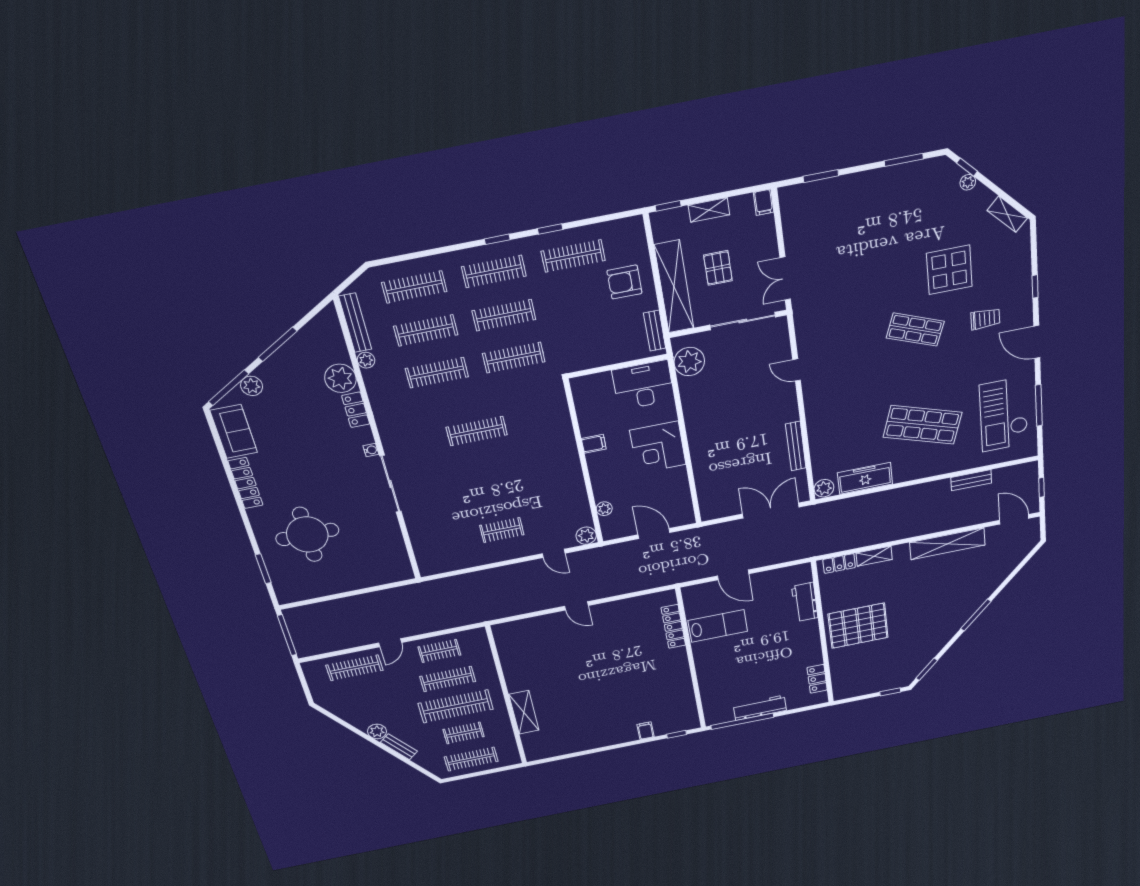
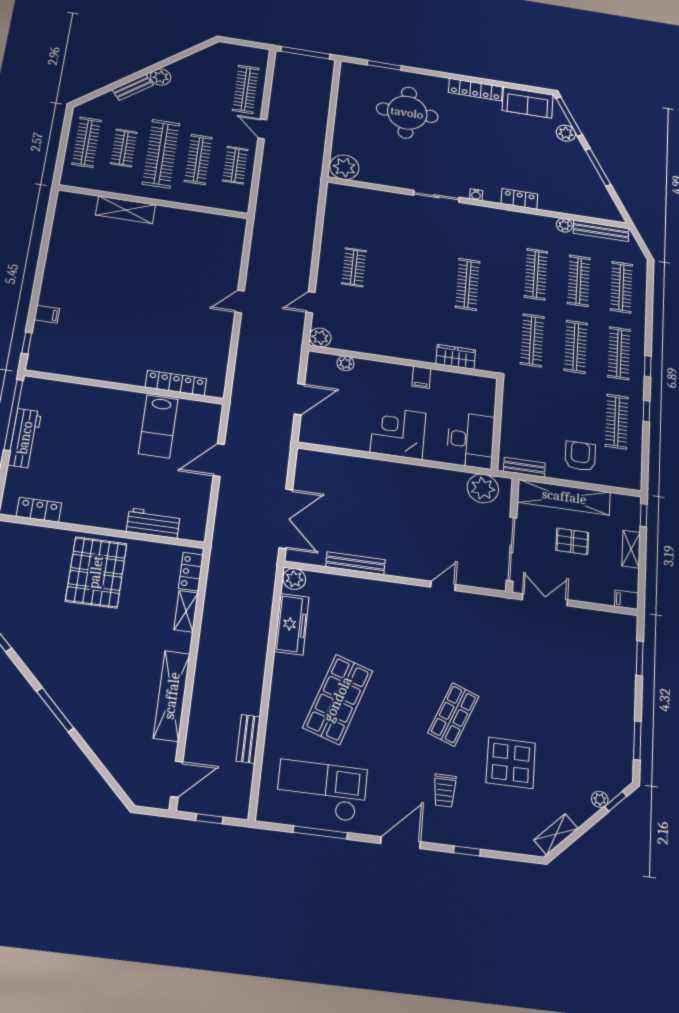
plant: (340, 378) -> (344, 167), moved
wardrobe: (560, 421) -> (456, 357), added
sliding door: (390, 484) -> (436, 196), width x0.73

